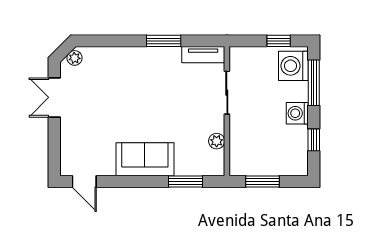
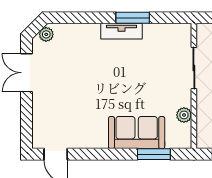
tv unit: (203, 55) -> (121, 31), moved
sofa: (145, 159) -> (137, 133), moved

